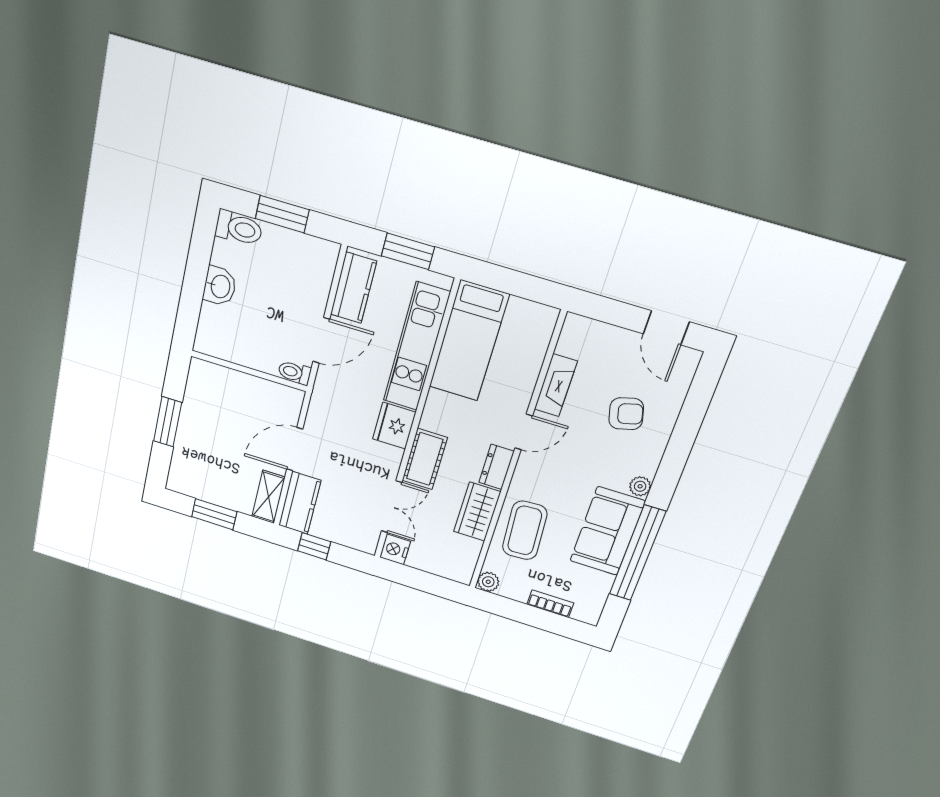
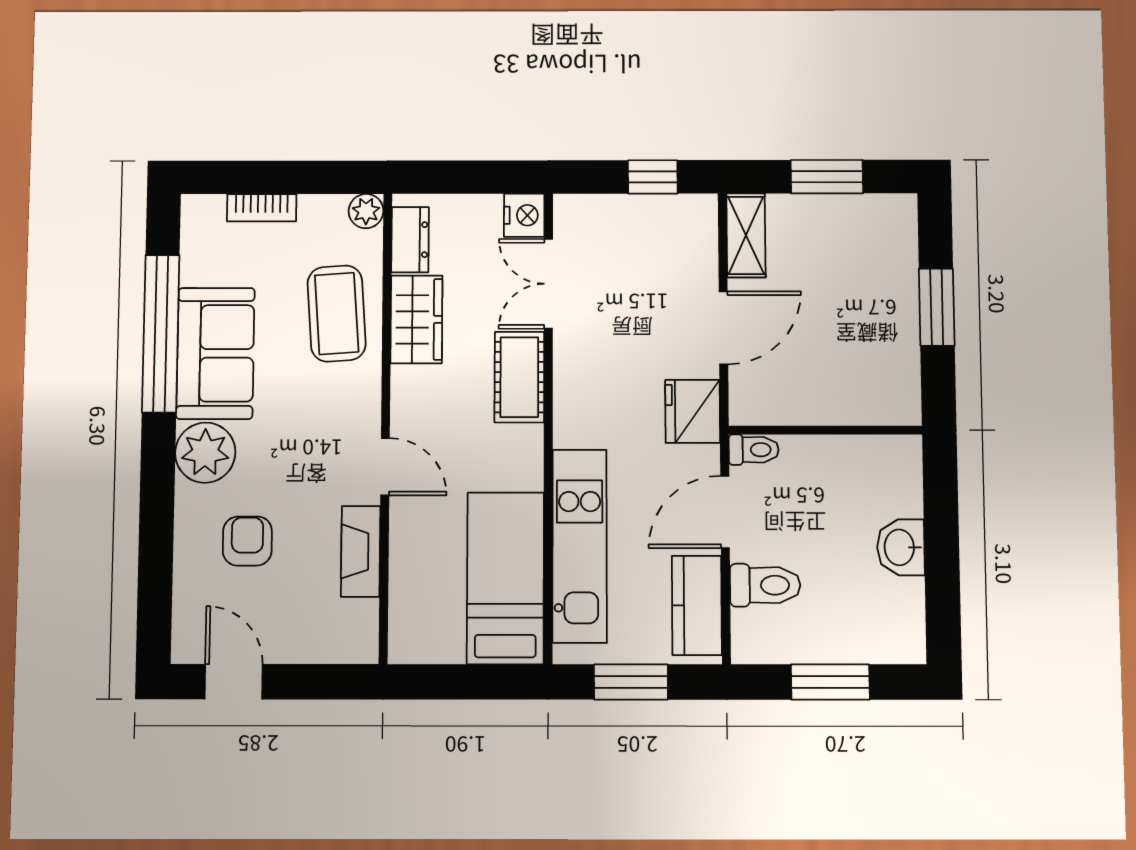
toilet: (239, 228) -> (765, 585), moved, turned 180
armchair: (626, 414) -> (247, 541), turned 105
fridge: (394, 426) -> (693, 411), moved, turned 180
door: (524, 432) -> (385, 467), swing flipped
dresser: (496, 467) -> (410, 240), moved
plant: (640, 486) -> (205, 453), width x1.88, depth x1.88
kitchen counter: (300, 503) -> (694, 242), removed

